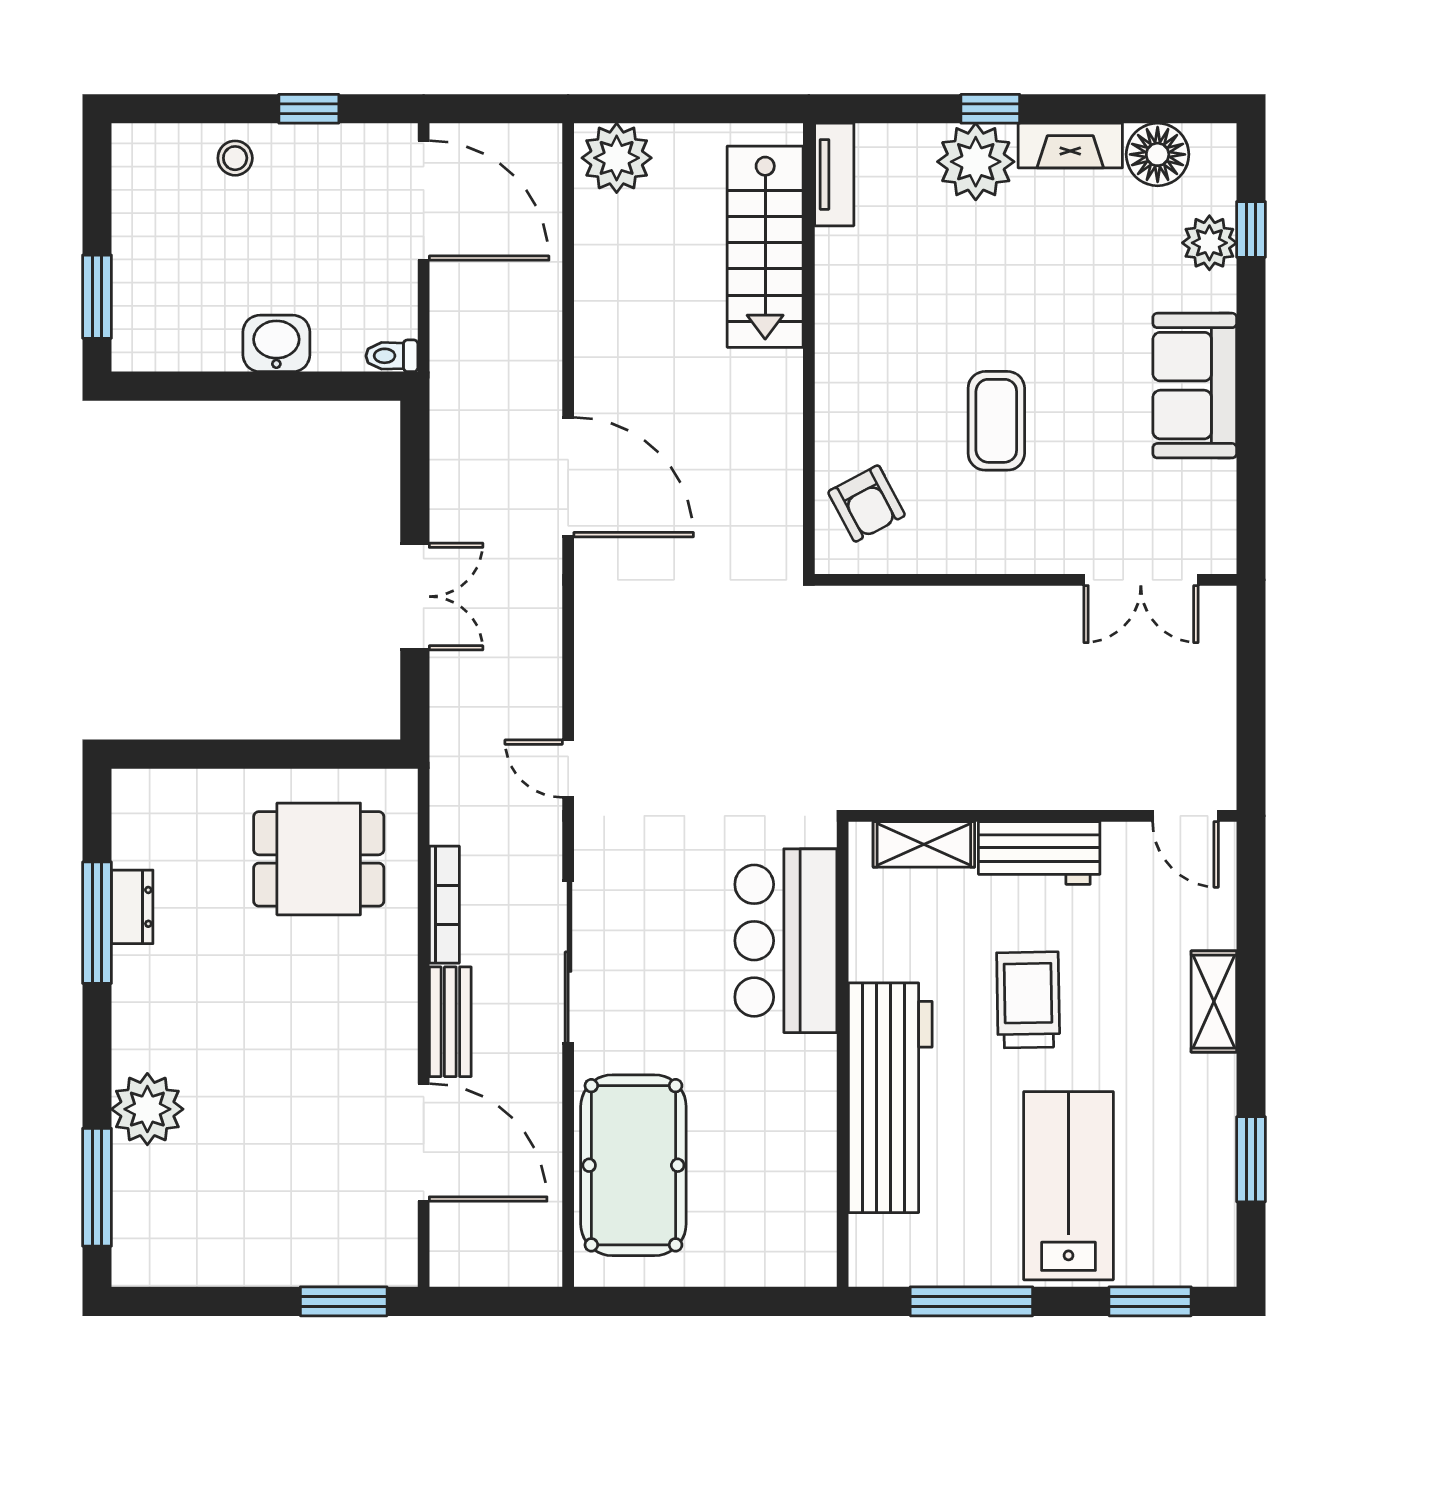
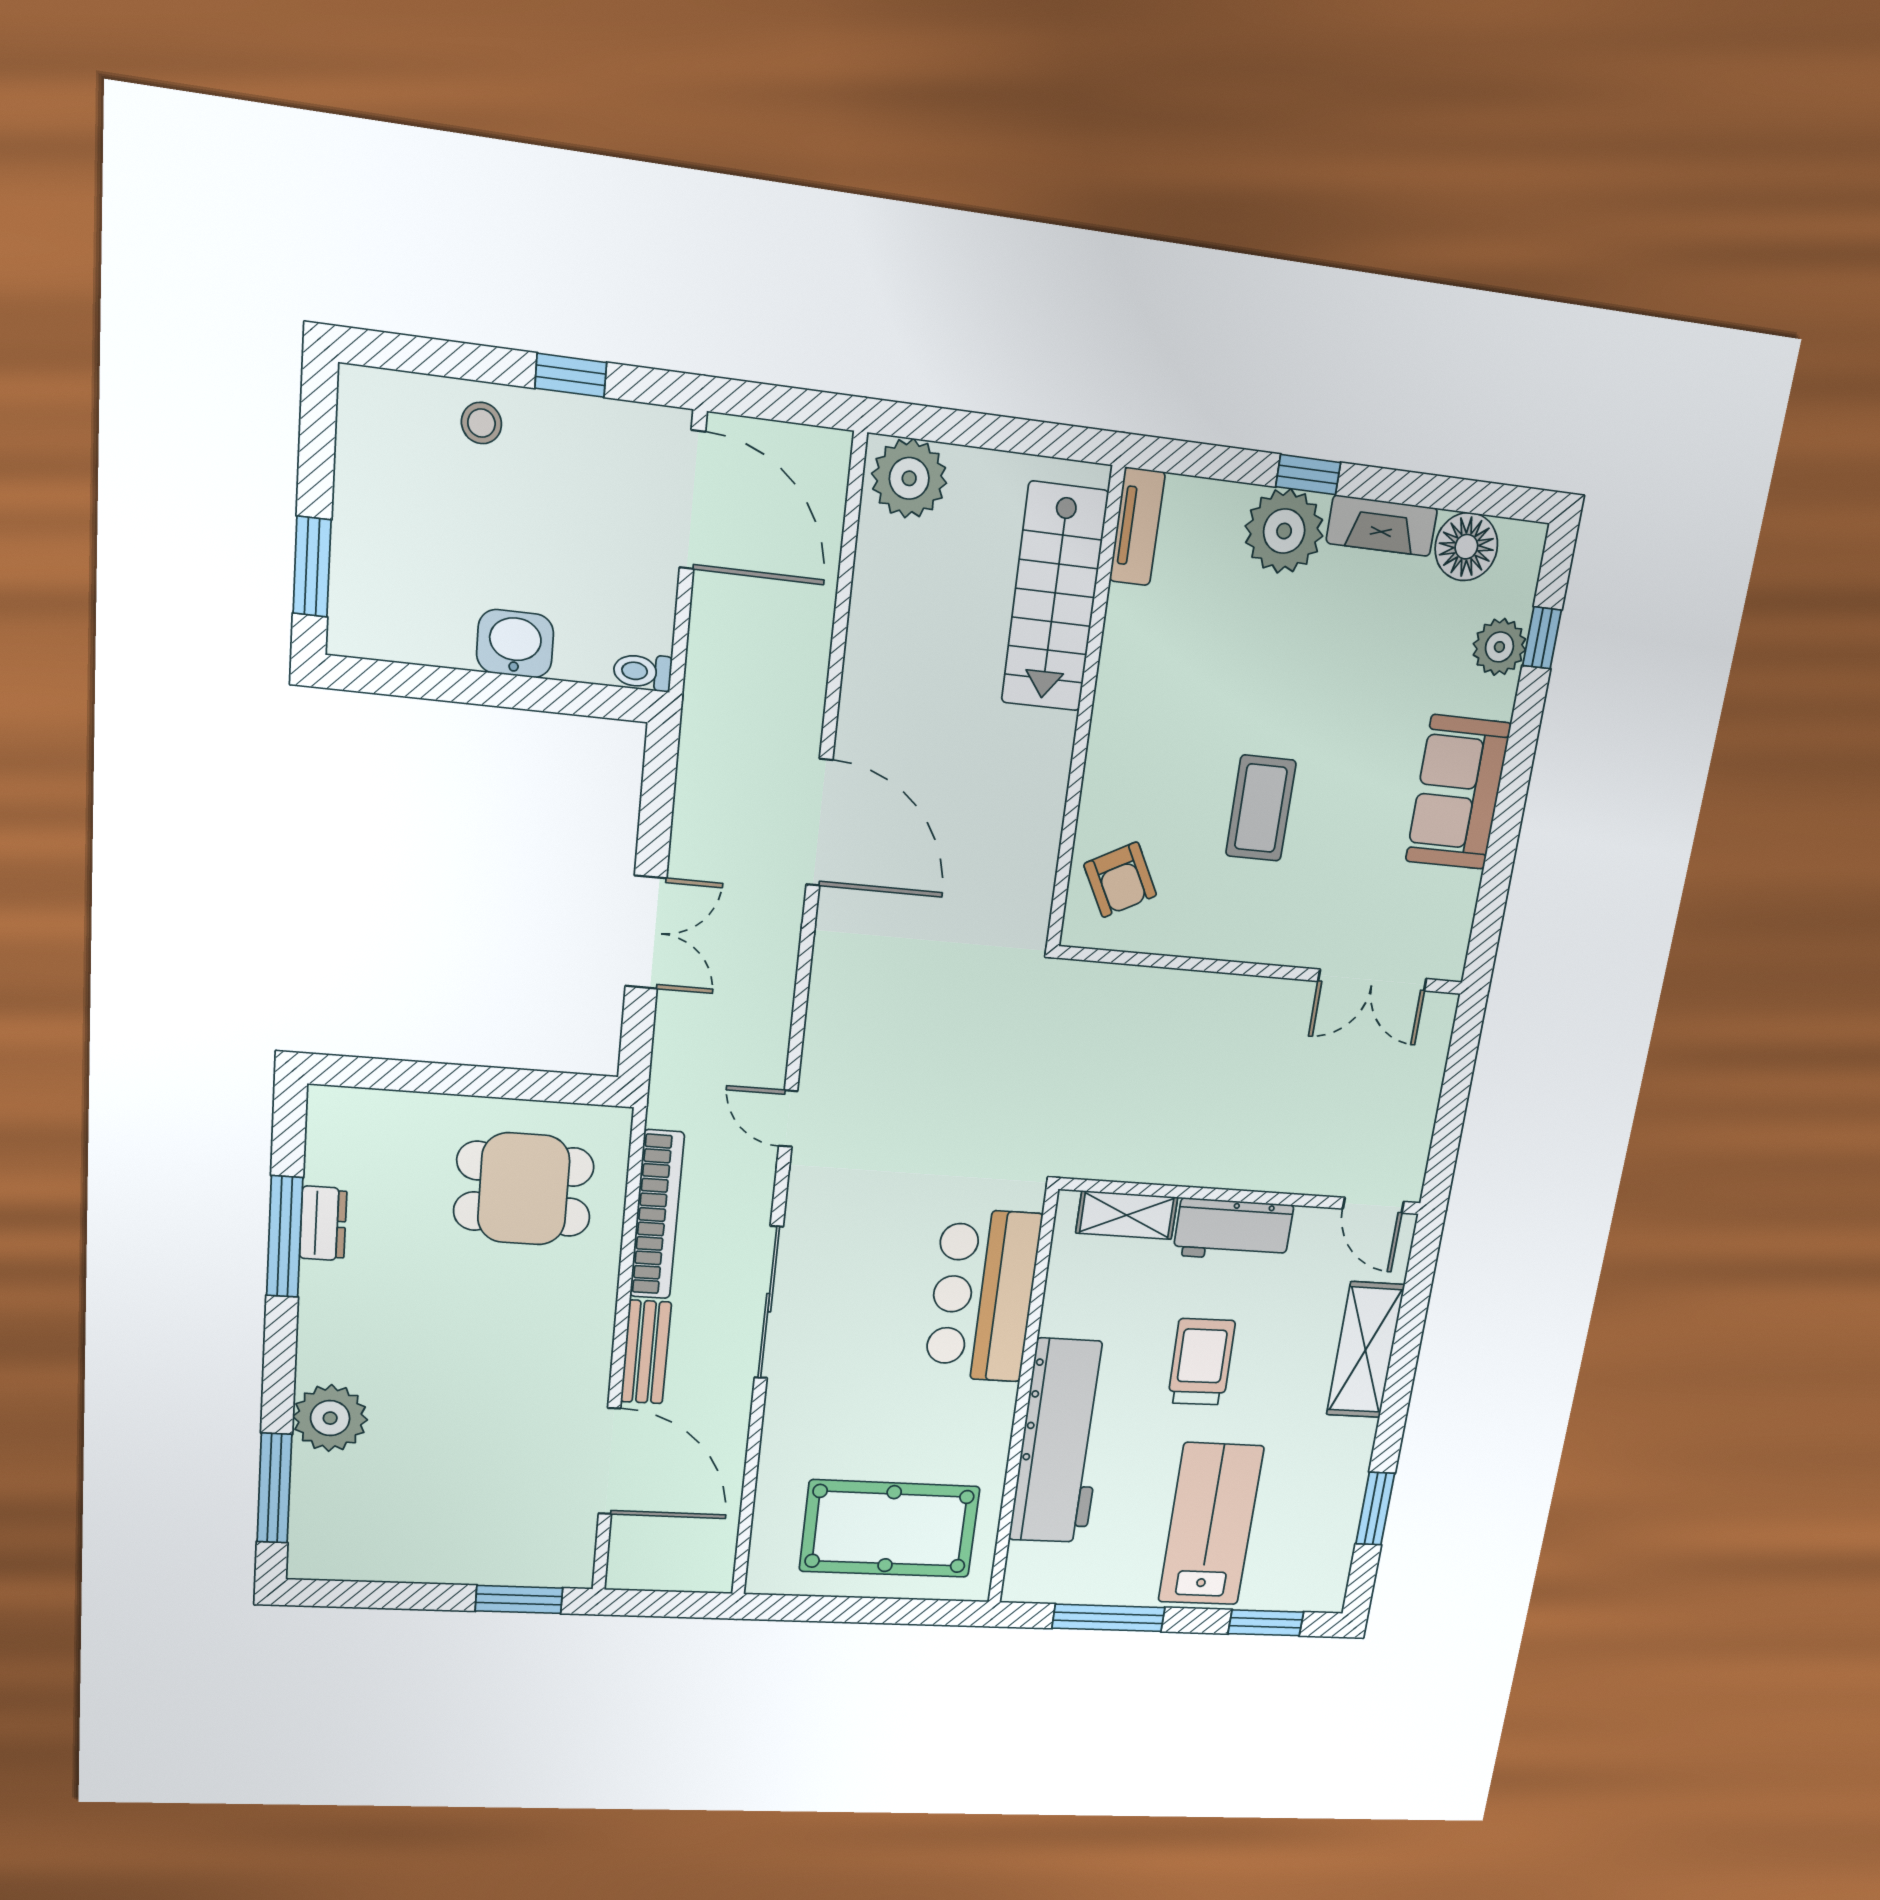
bookcase: (444, 905) -> (657, 1215), width x1.48, depth x1.31
shelving: (1214, 1002) -> (1366, 1350), width x1.50, depth x1.33
pool table: (633, 1165) -> (890, 1529), moved, turned 90

